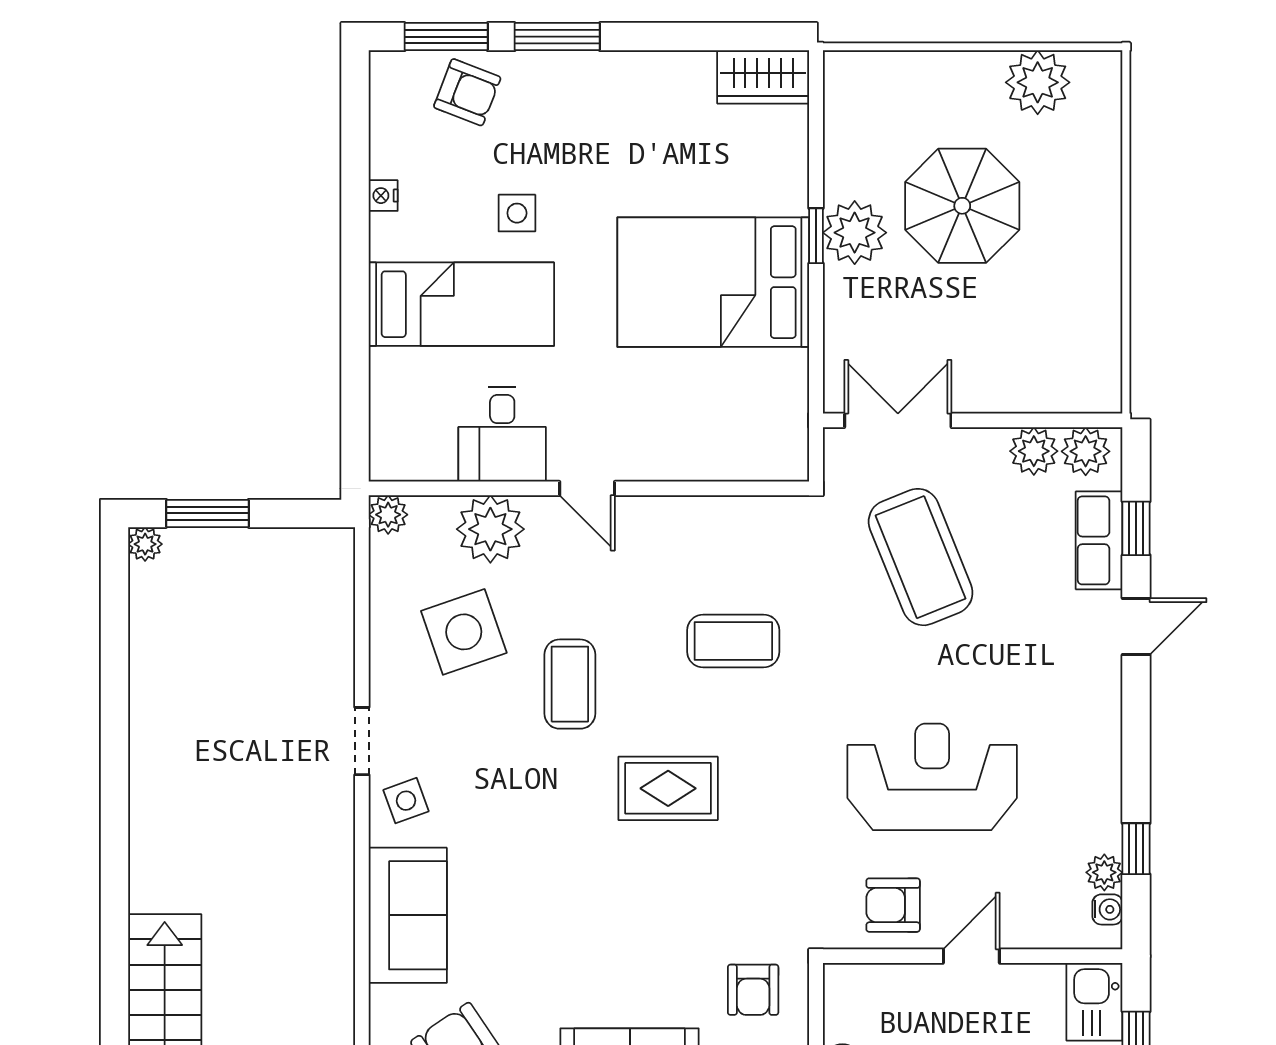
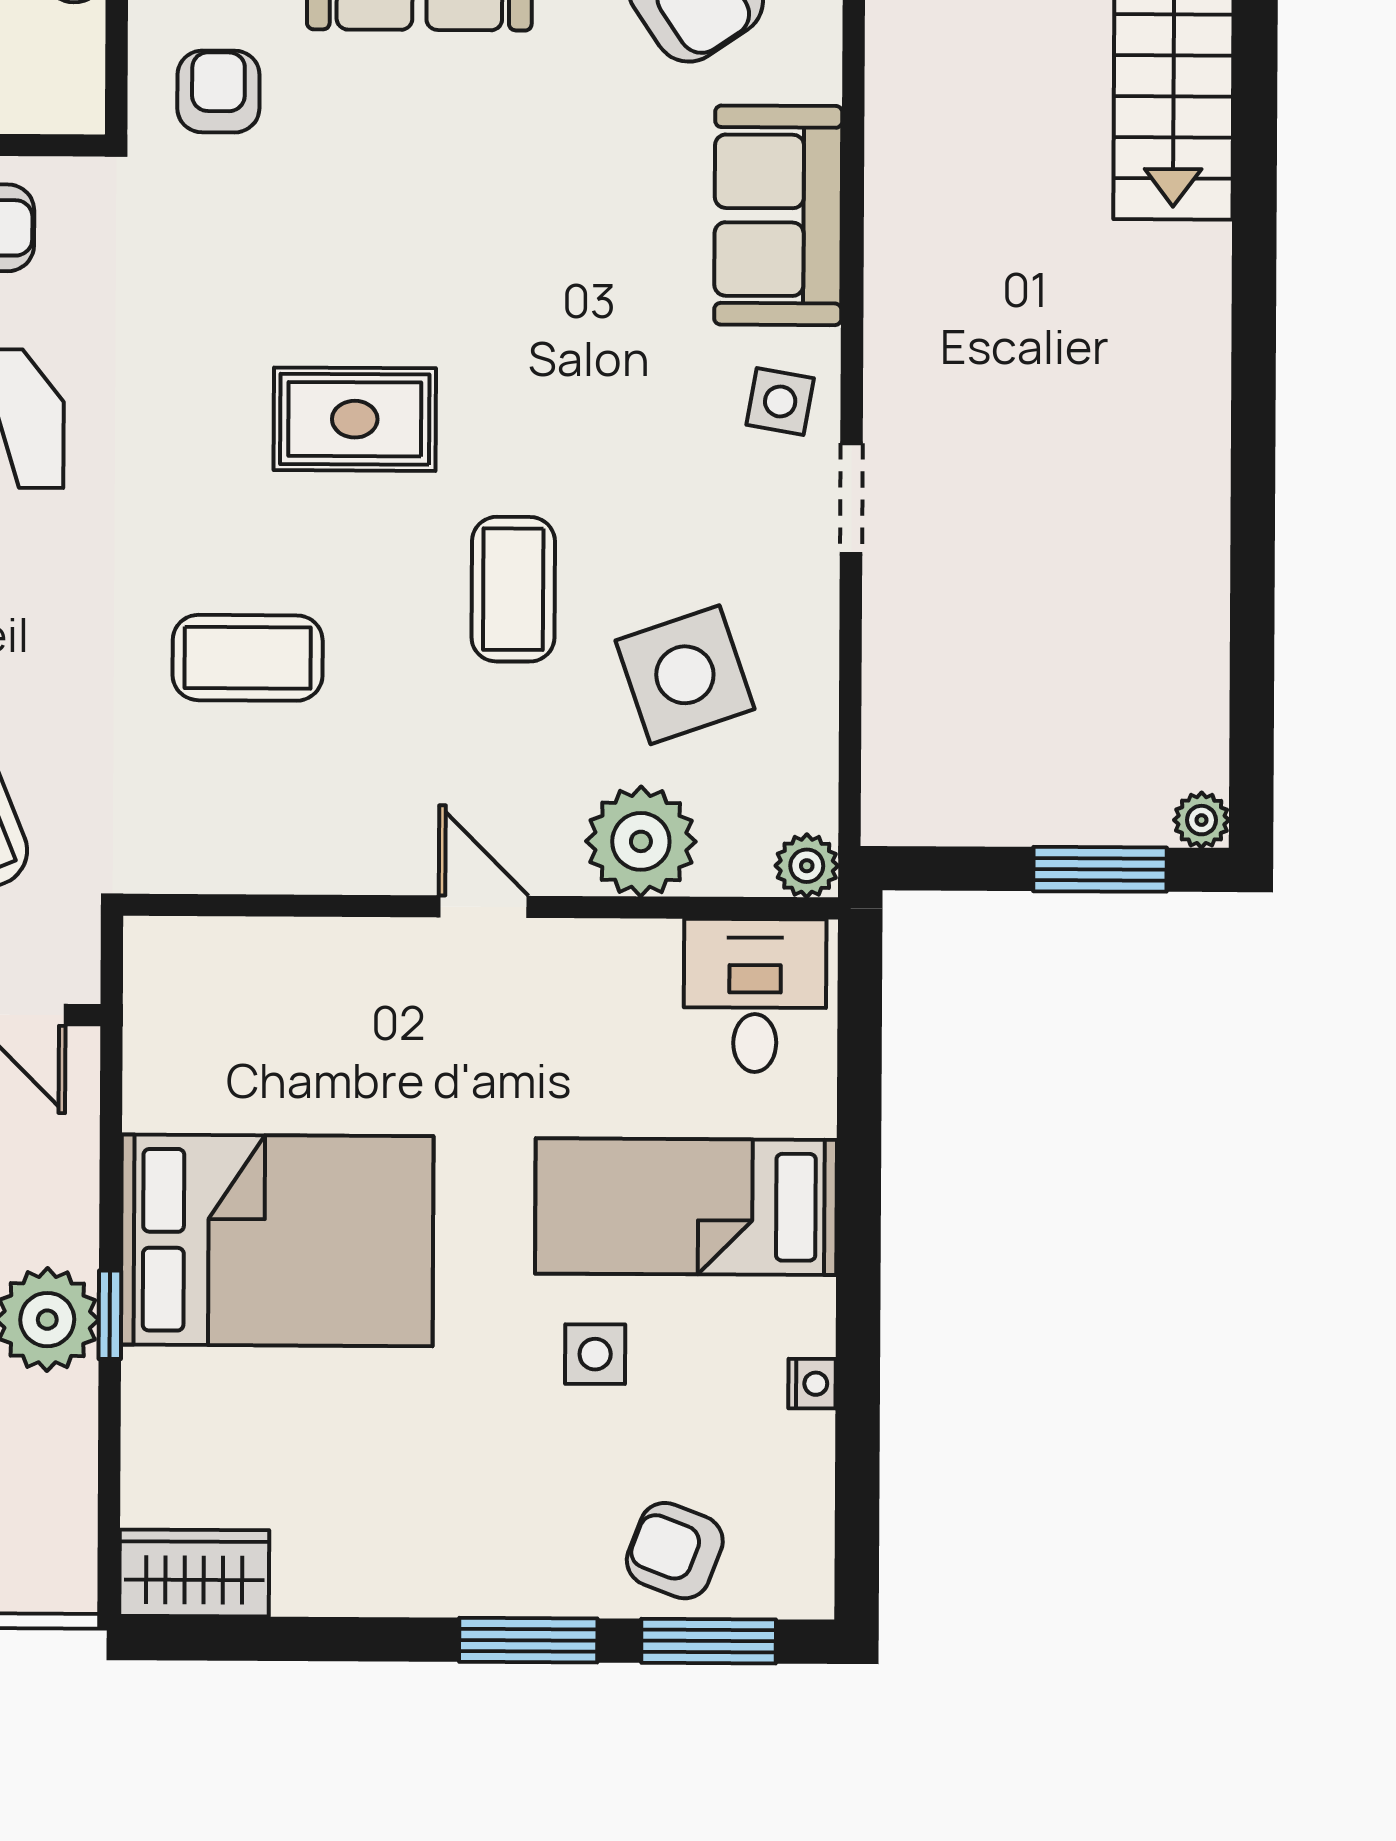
desk: (502, 434) -> (755, 996), moved
side table: (406, 801) -> (780, 401), turned 30

